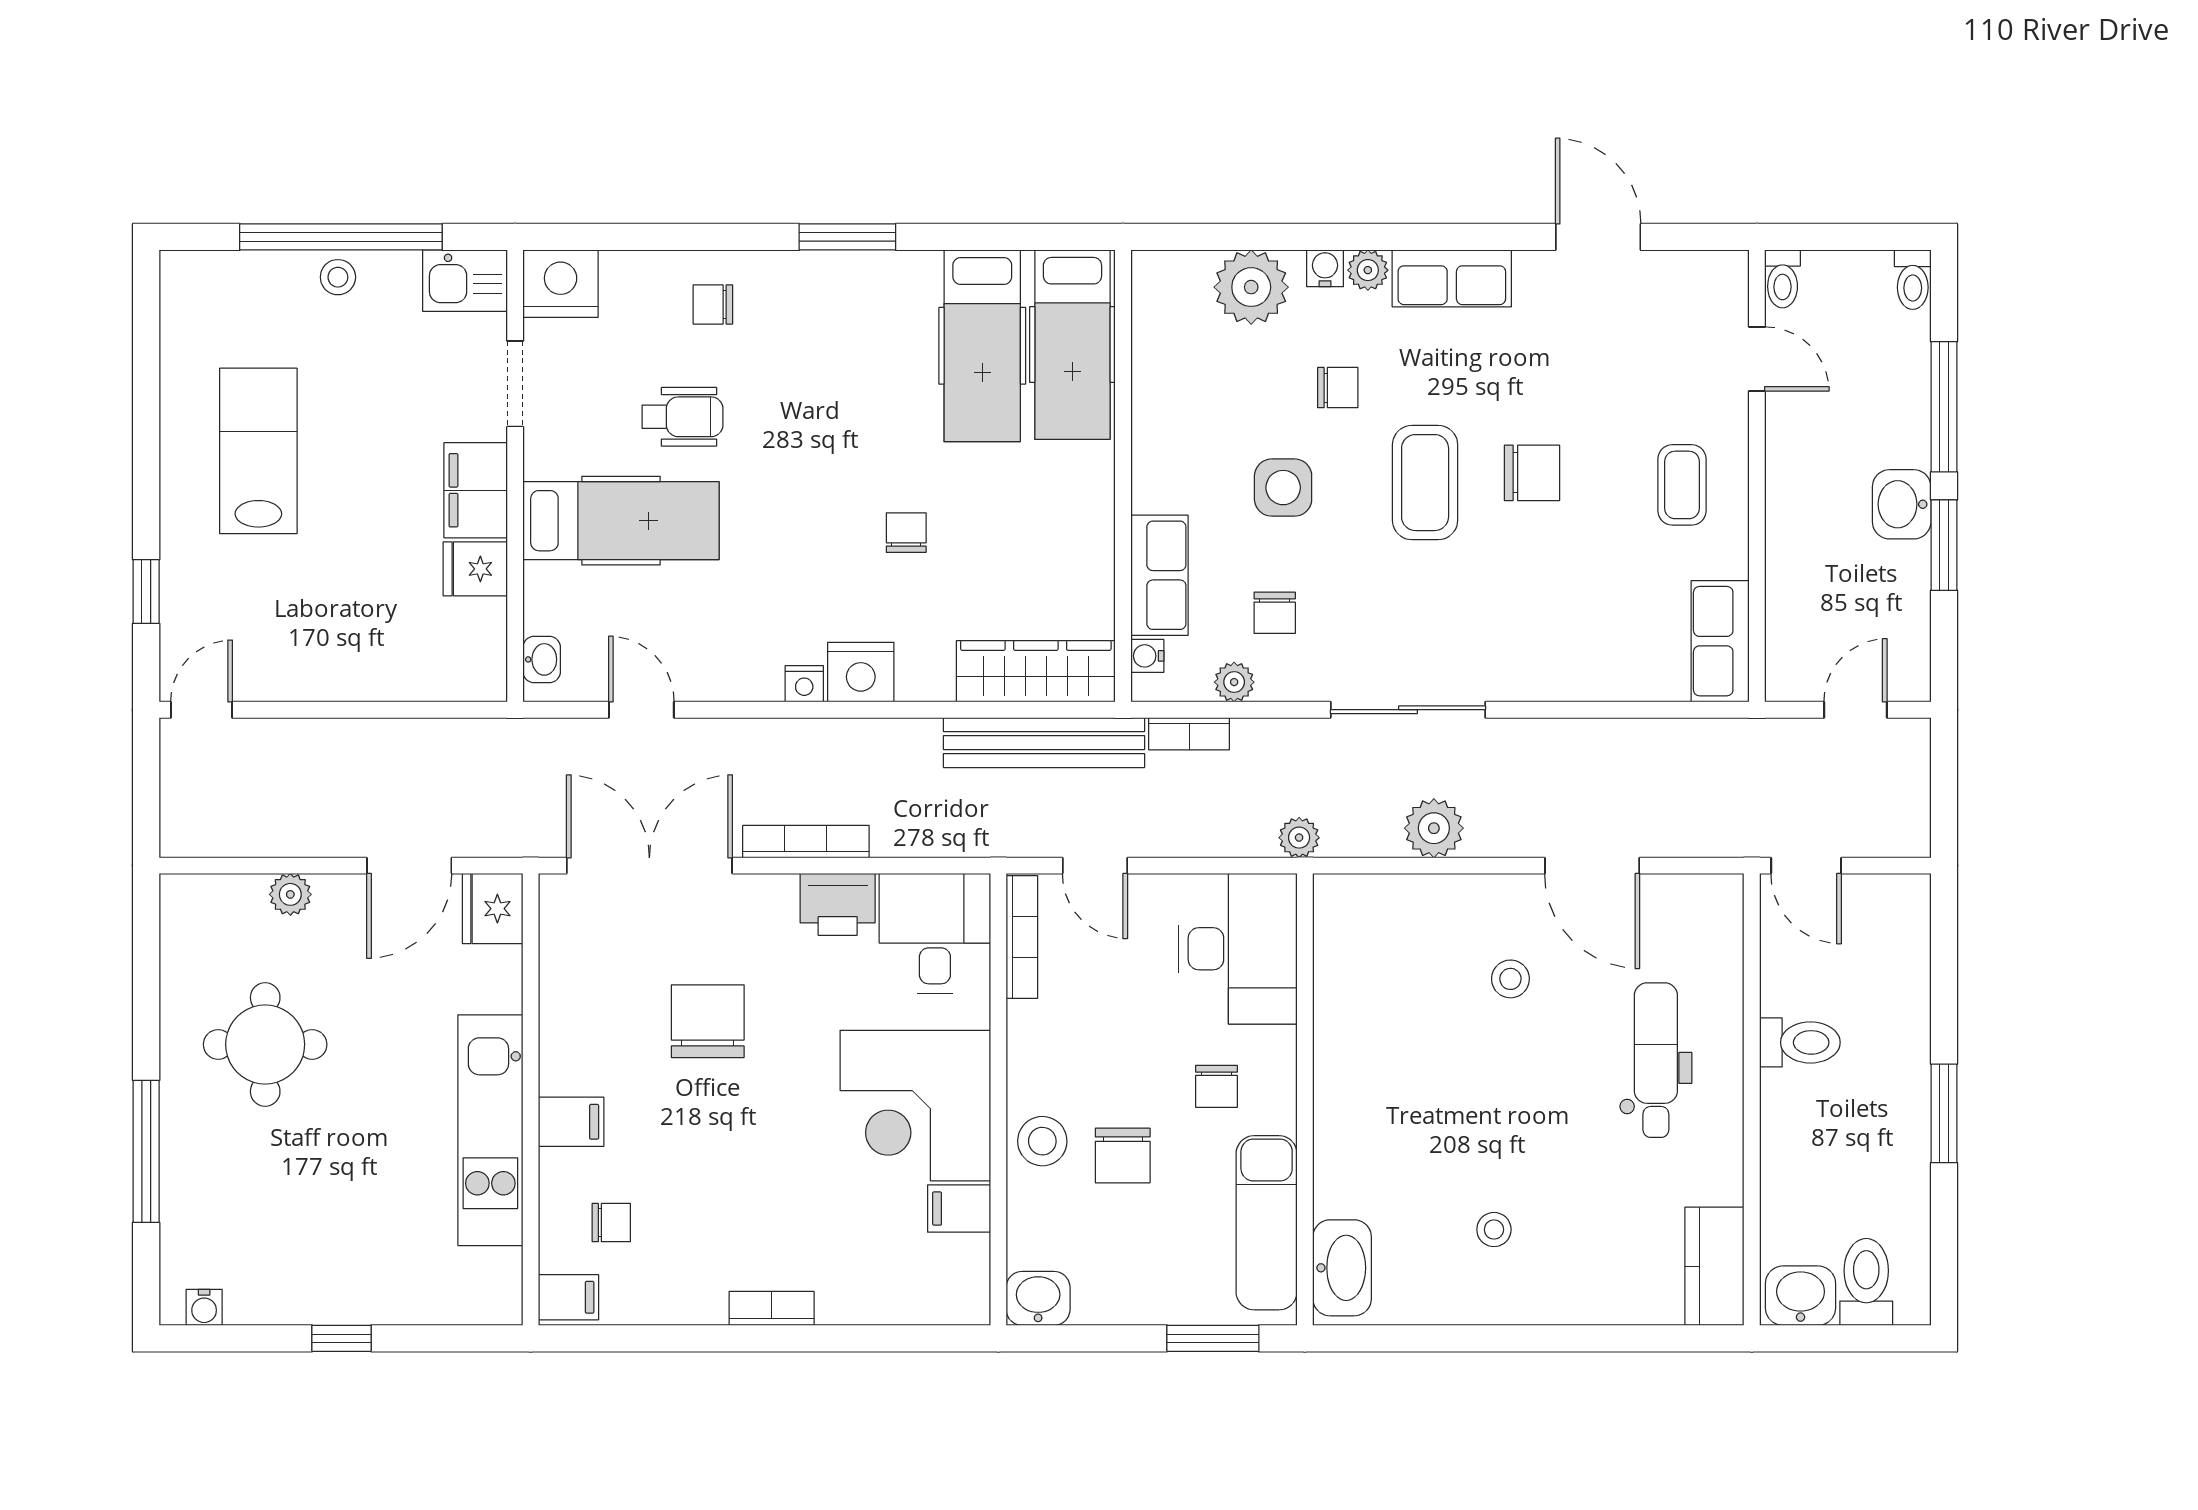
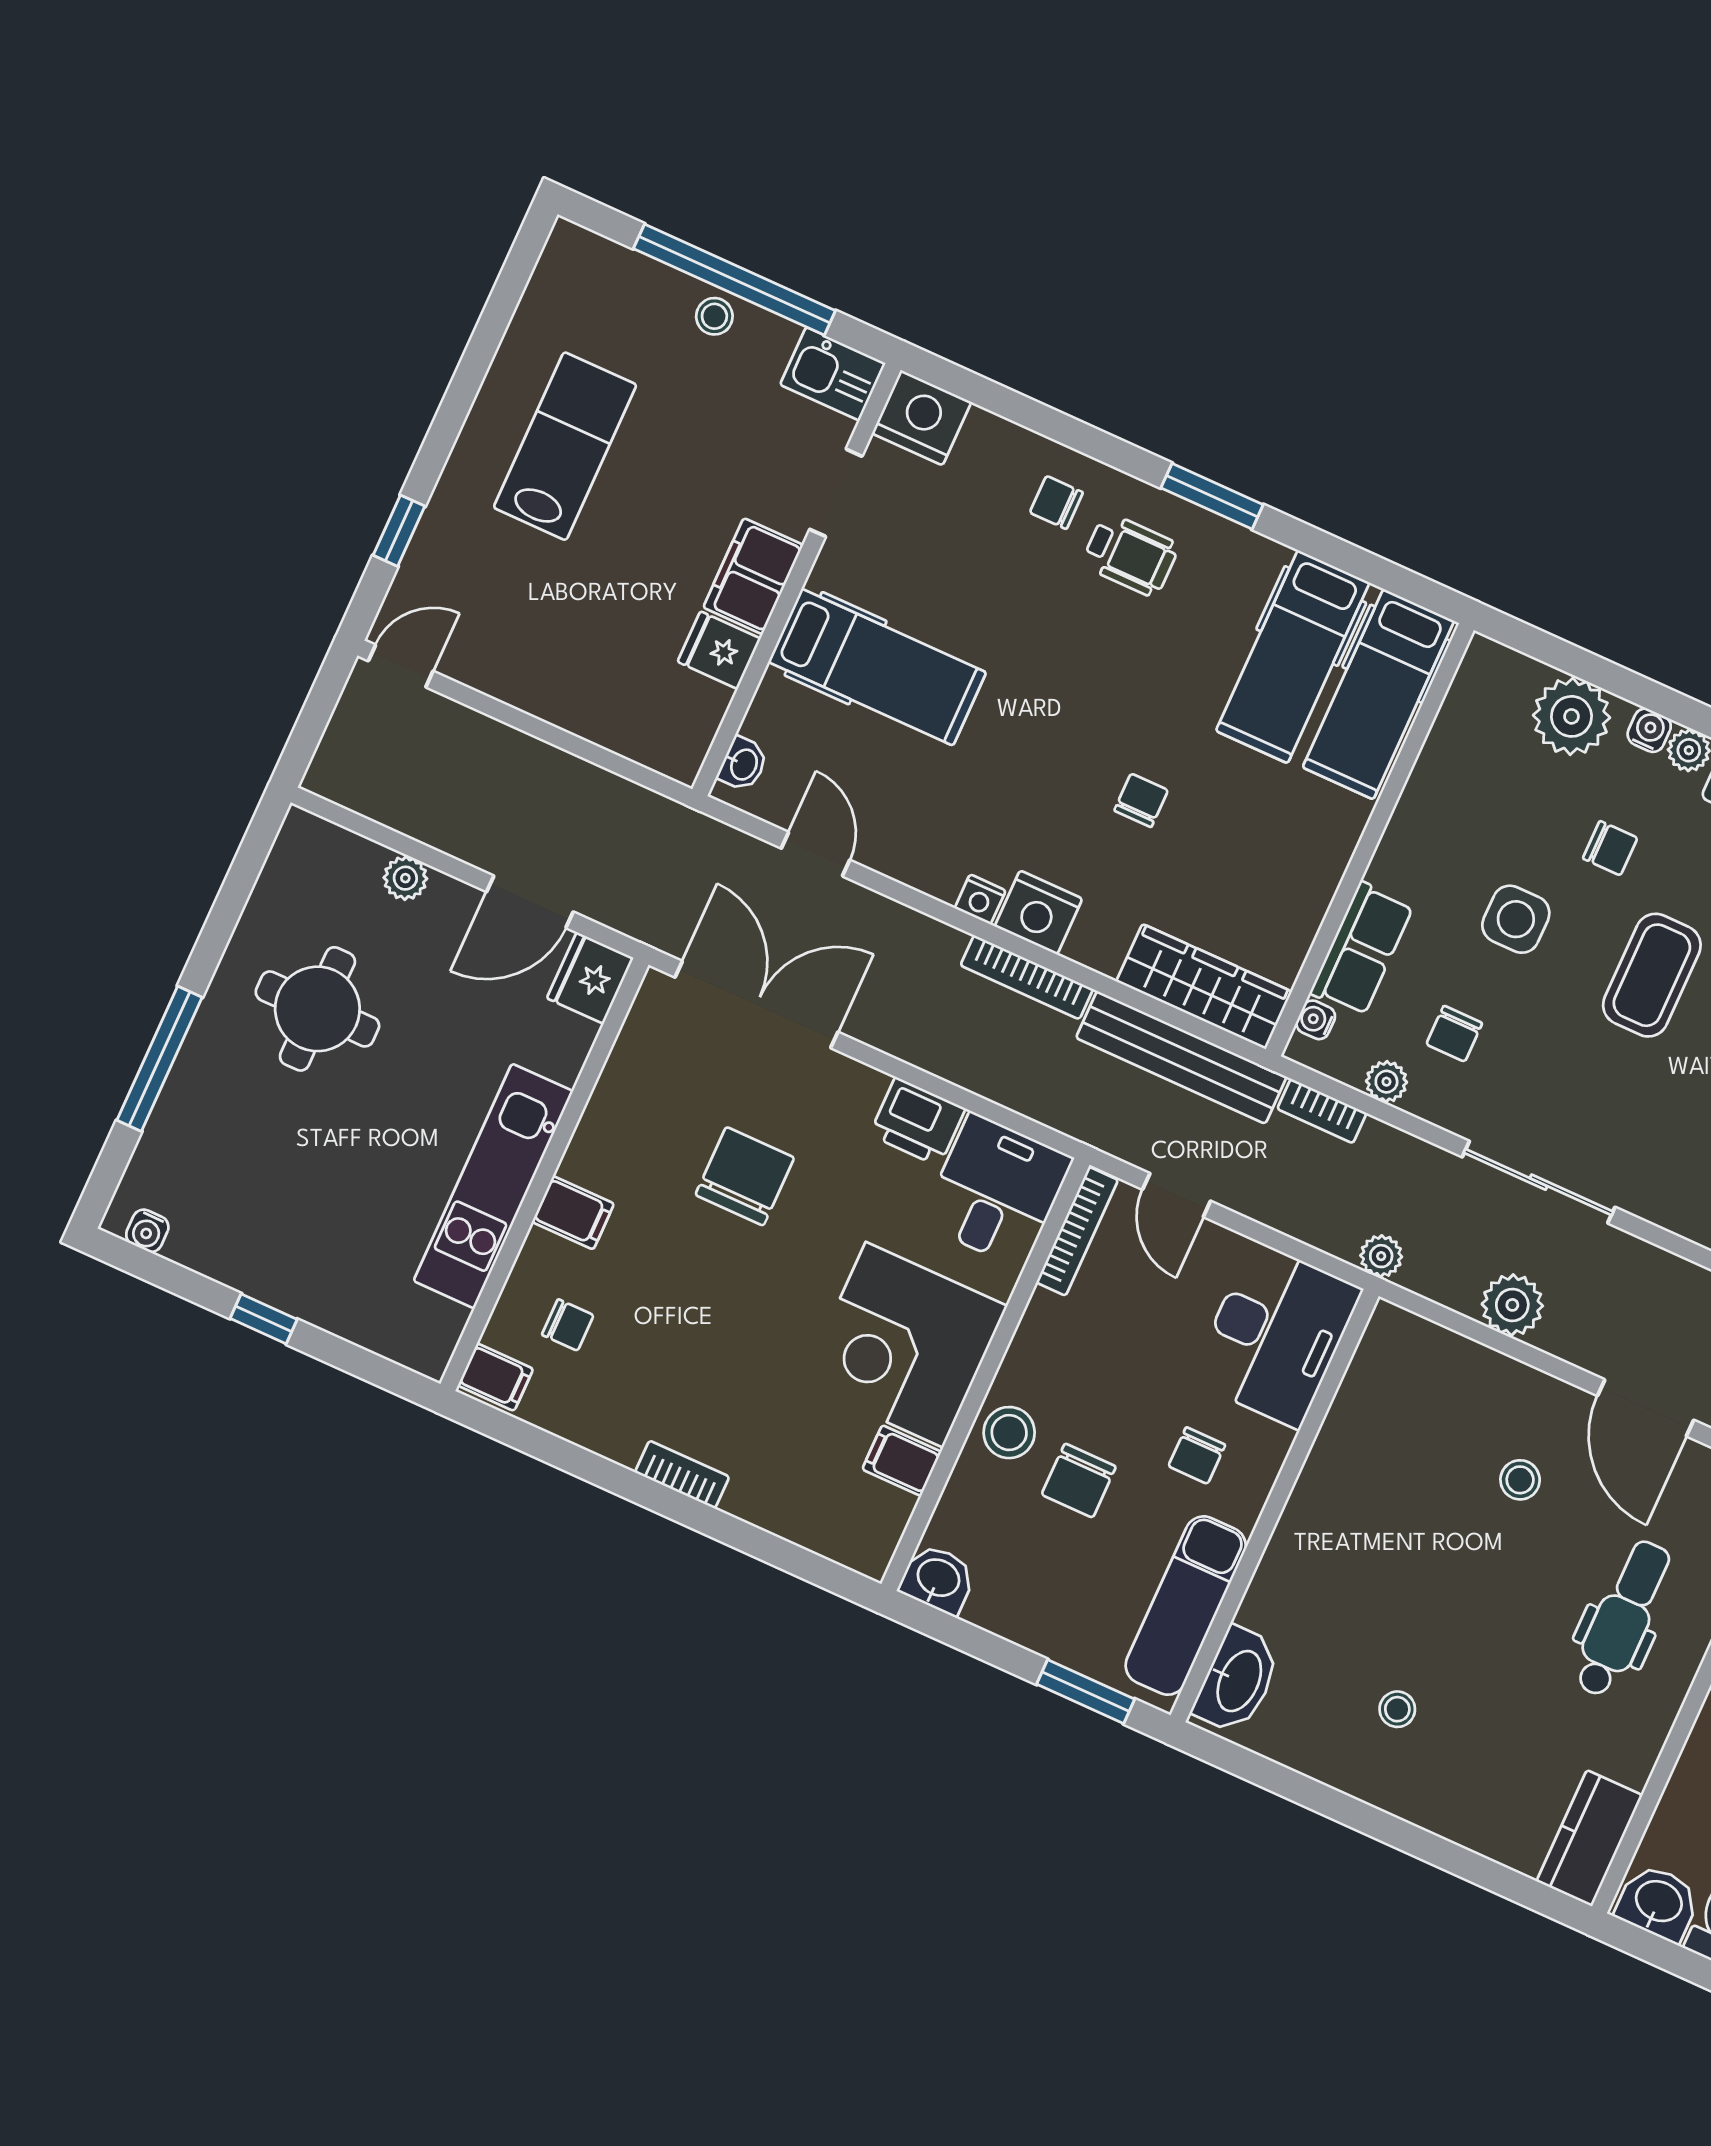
wheelchair: (683, 417) -> (1130, 555), moved
bookcase: (806, 842) -> (1027, 977), moved, turned 180

